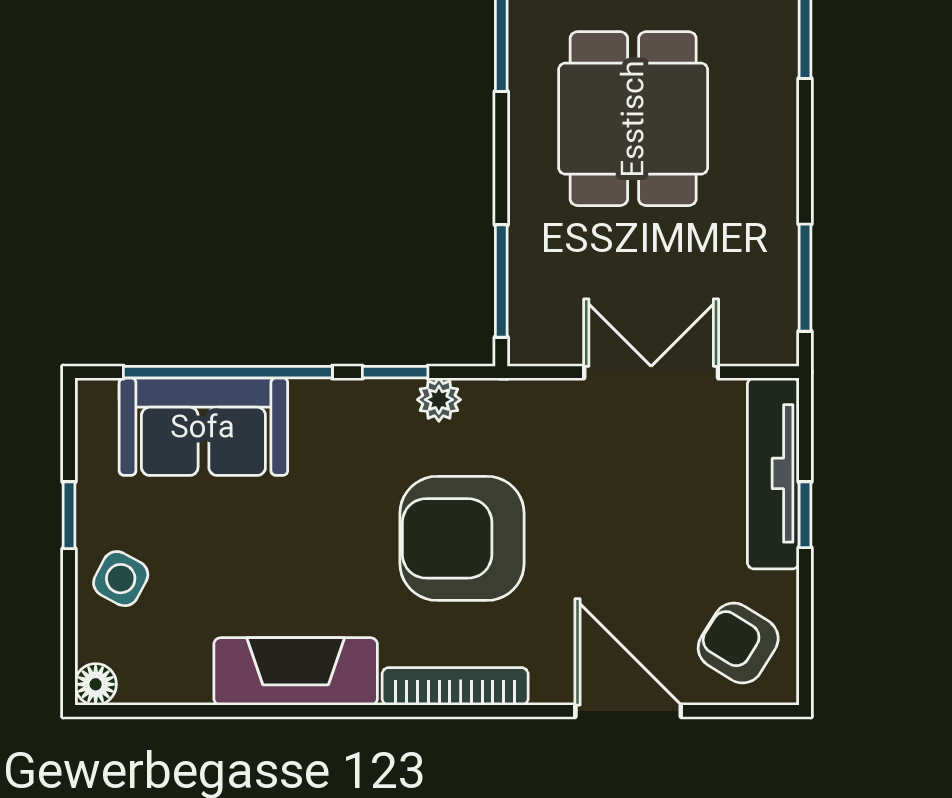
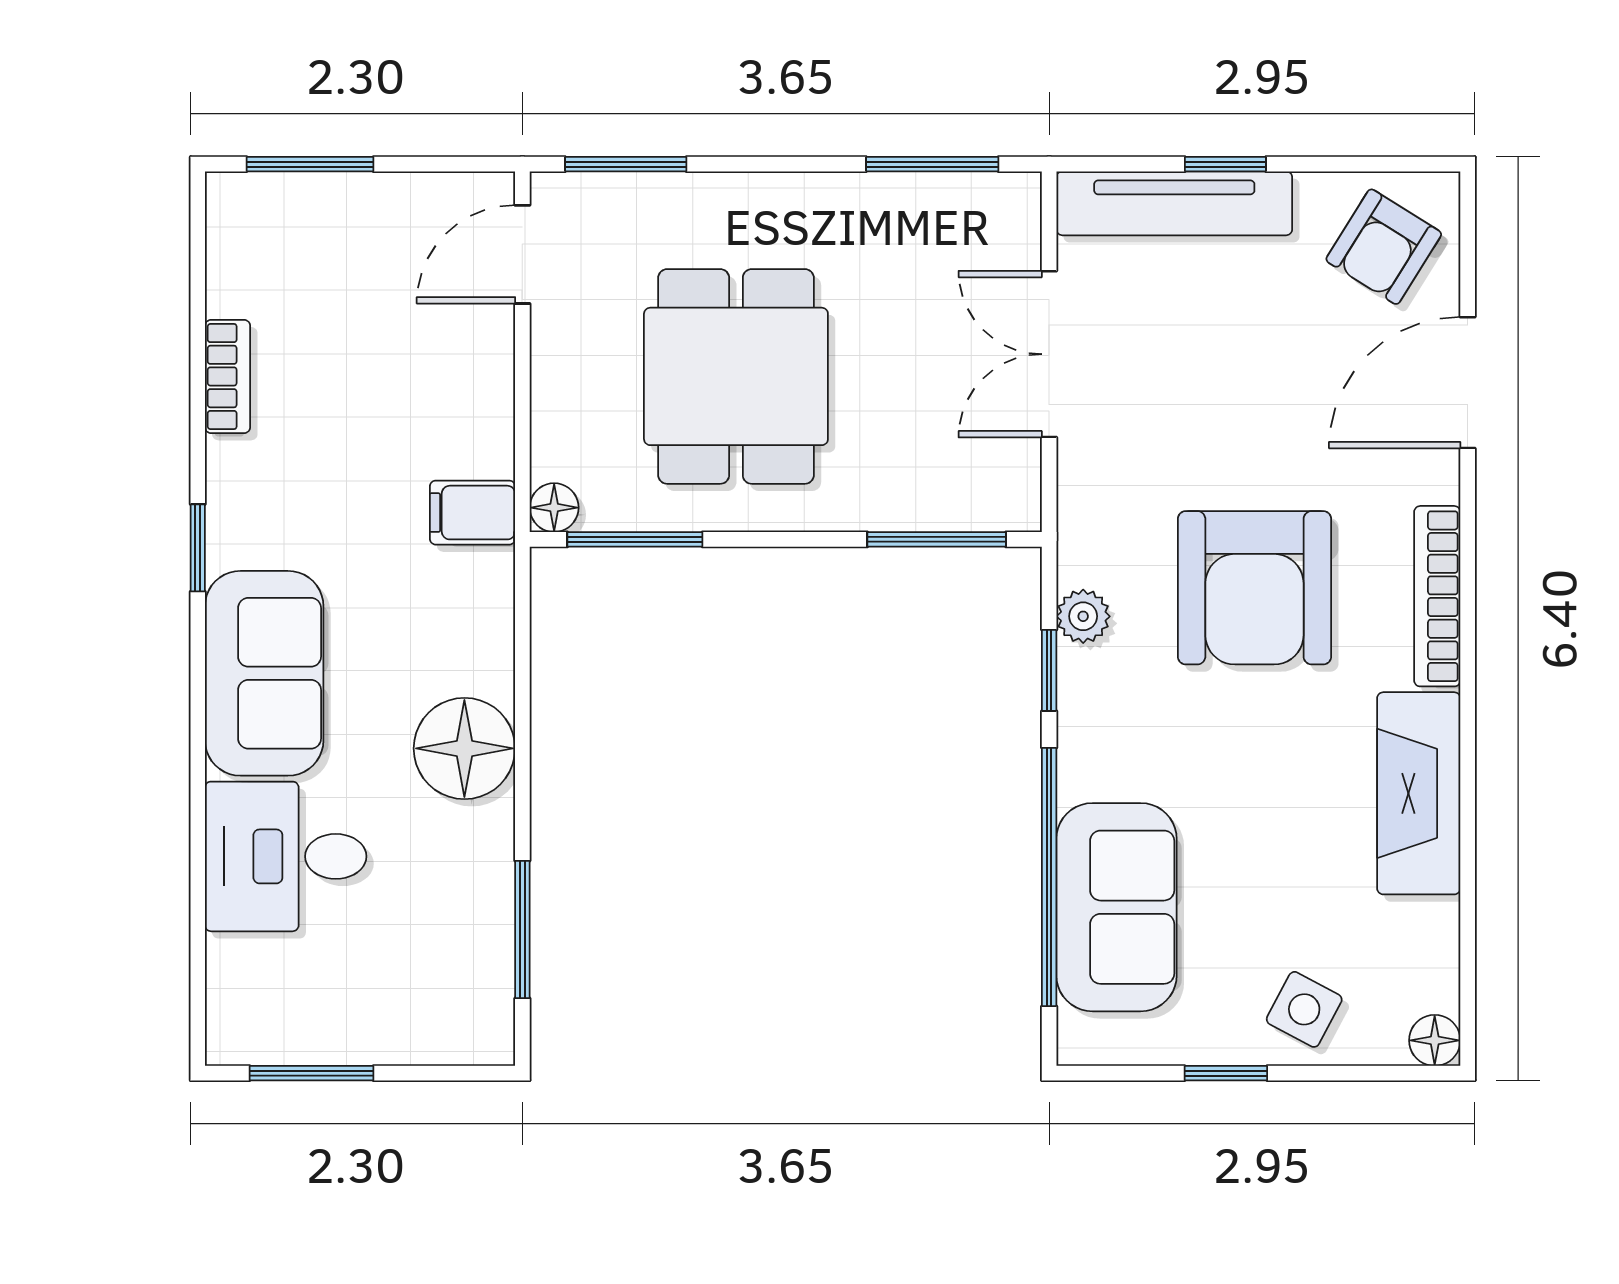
dining table: (633, 119) -> (736, 376), turned 90

